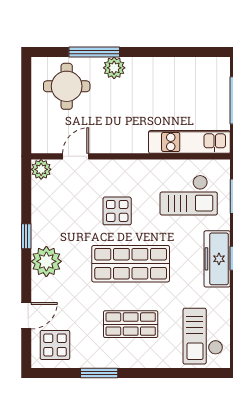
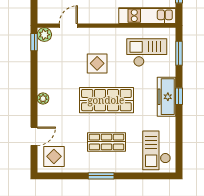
checkout: (189, 195) -> (147, 52), turned 180
window: (26, 236) -> (34, 42), moved
plant: (46, 261) -> (43, 99), width x0.53, depth x0.53
window: (99, 373) -> (101, 176), moved

